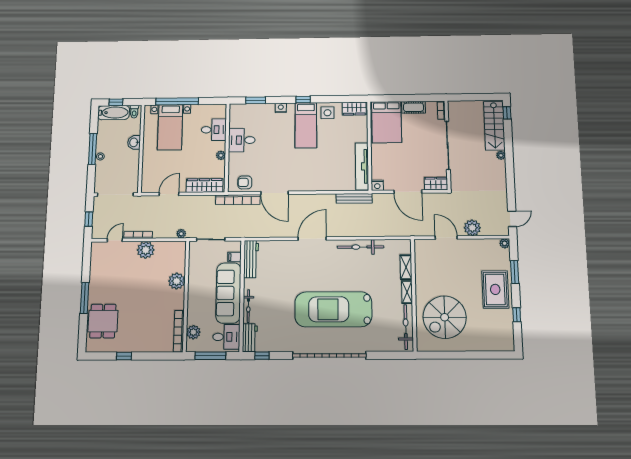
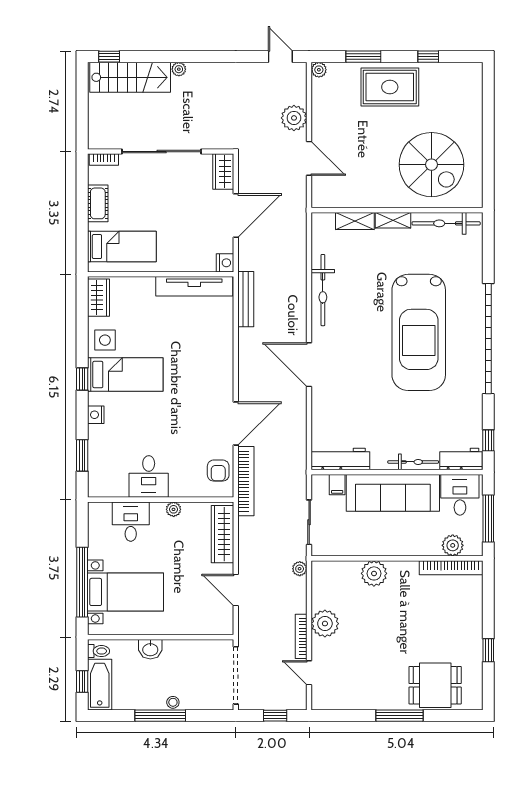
bed: (387, 122) -> (122, 247), width x0.67
door: (446, 238) -> (309, 158), swing flipped

